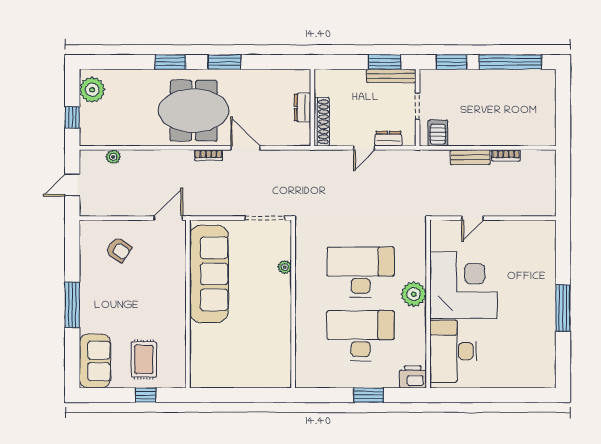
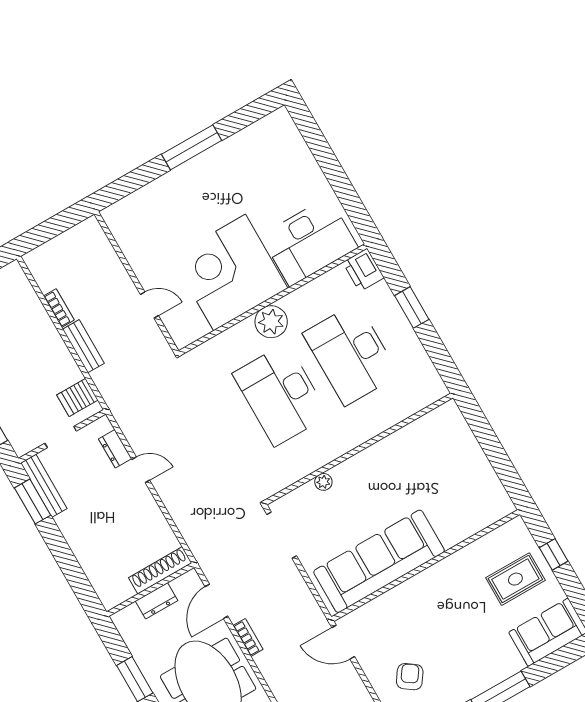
dresser: (302, 107) -> (157, 601), moved
wall: (312, 108) -> (150, 590), moved
shoe rack: (322, 122) -> (160, 570), moved

